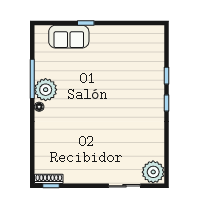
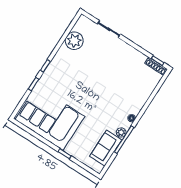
sofa: (69, 37) -> (106, 148), moved, turned -90
corner sofa: (126, 51) -> (50, 118), added
plant: (46, 90) -> (121, 132), width x0.53, depth x0.53
plant: (153, 172) -> (74, 41), moved

